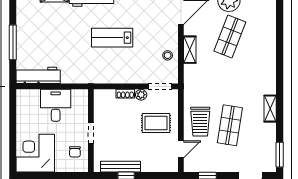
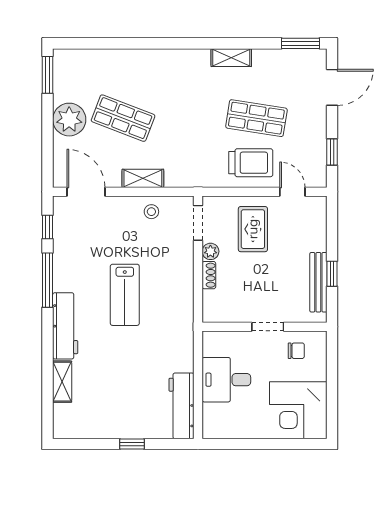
window: (13, 42) -> (132, 444), width x0.46

